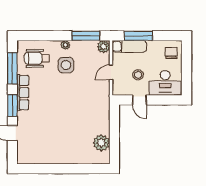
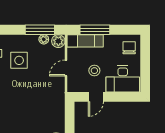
plant: (65, 45) -> (44, 39), moved
door: (140, 100) -> (96, 97), hinge flipped

